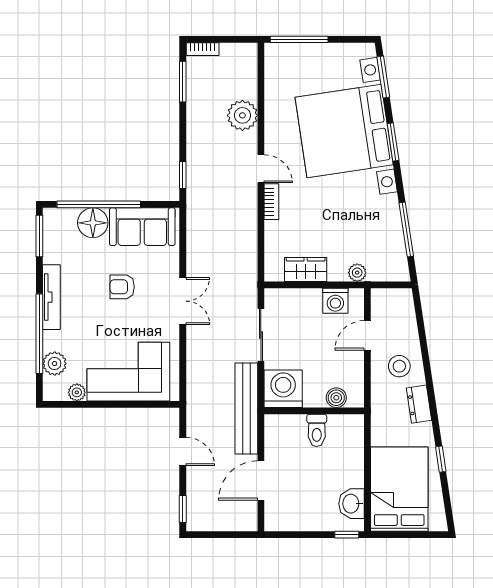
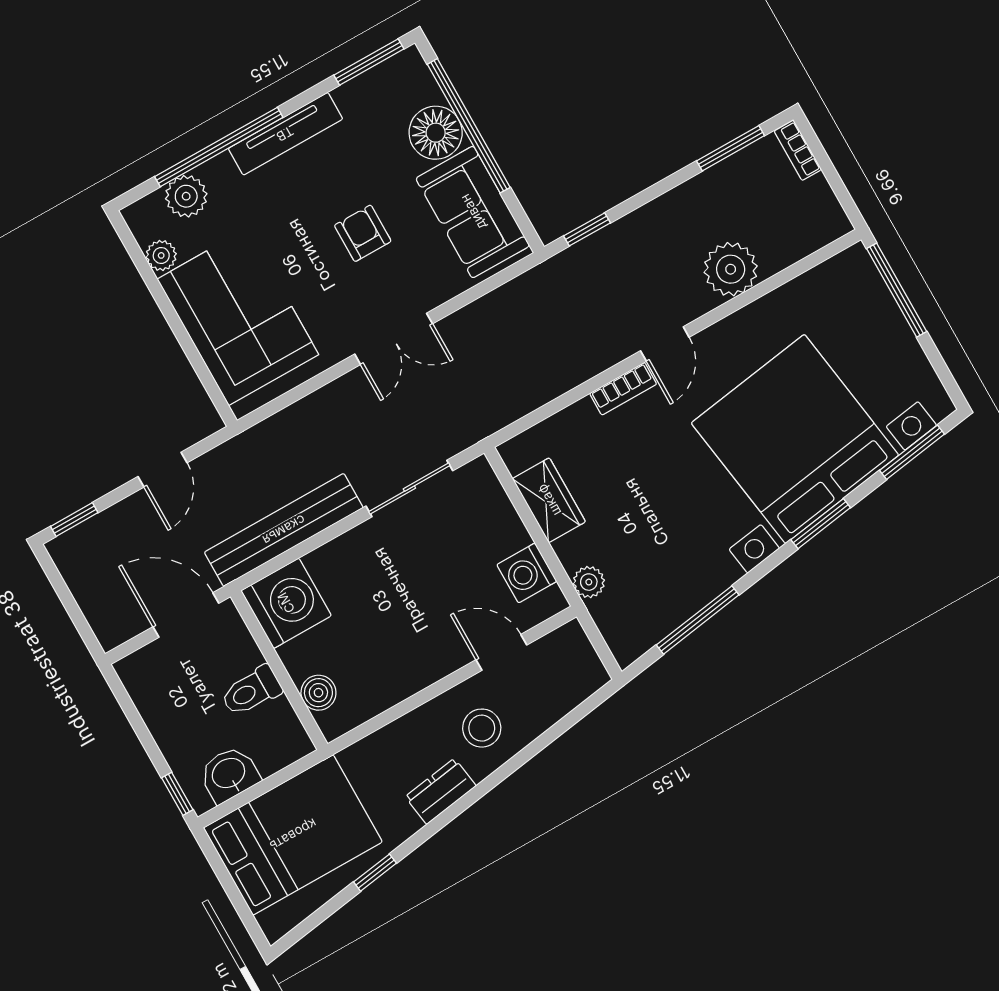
washing machine: (283, 389) -> (286, 603), moved
boiler: (336, 398) -> (318, 693), moved
wall: (314, 411) -> (279, 670), moved
toilet: (317, 430) -> (251, 691), moved

